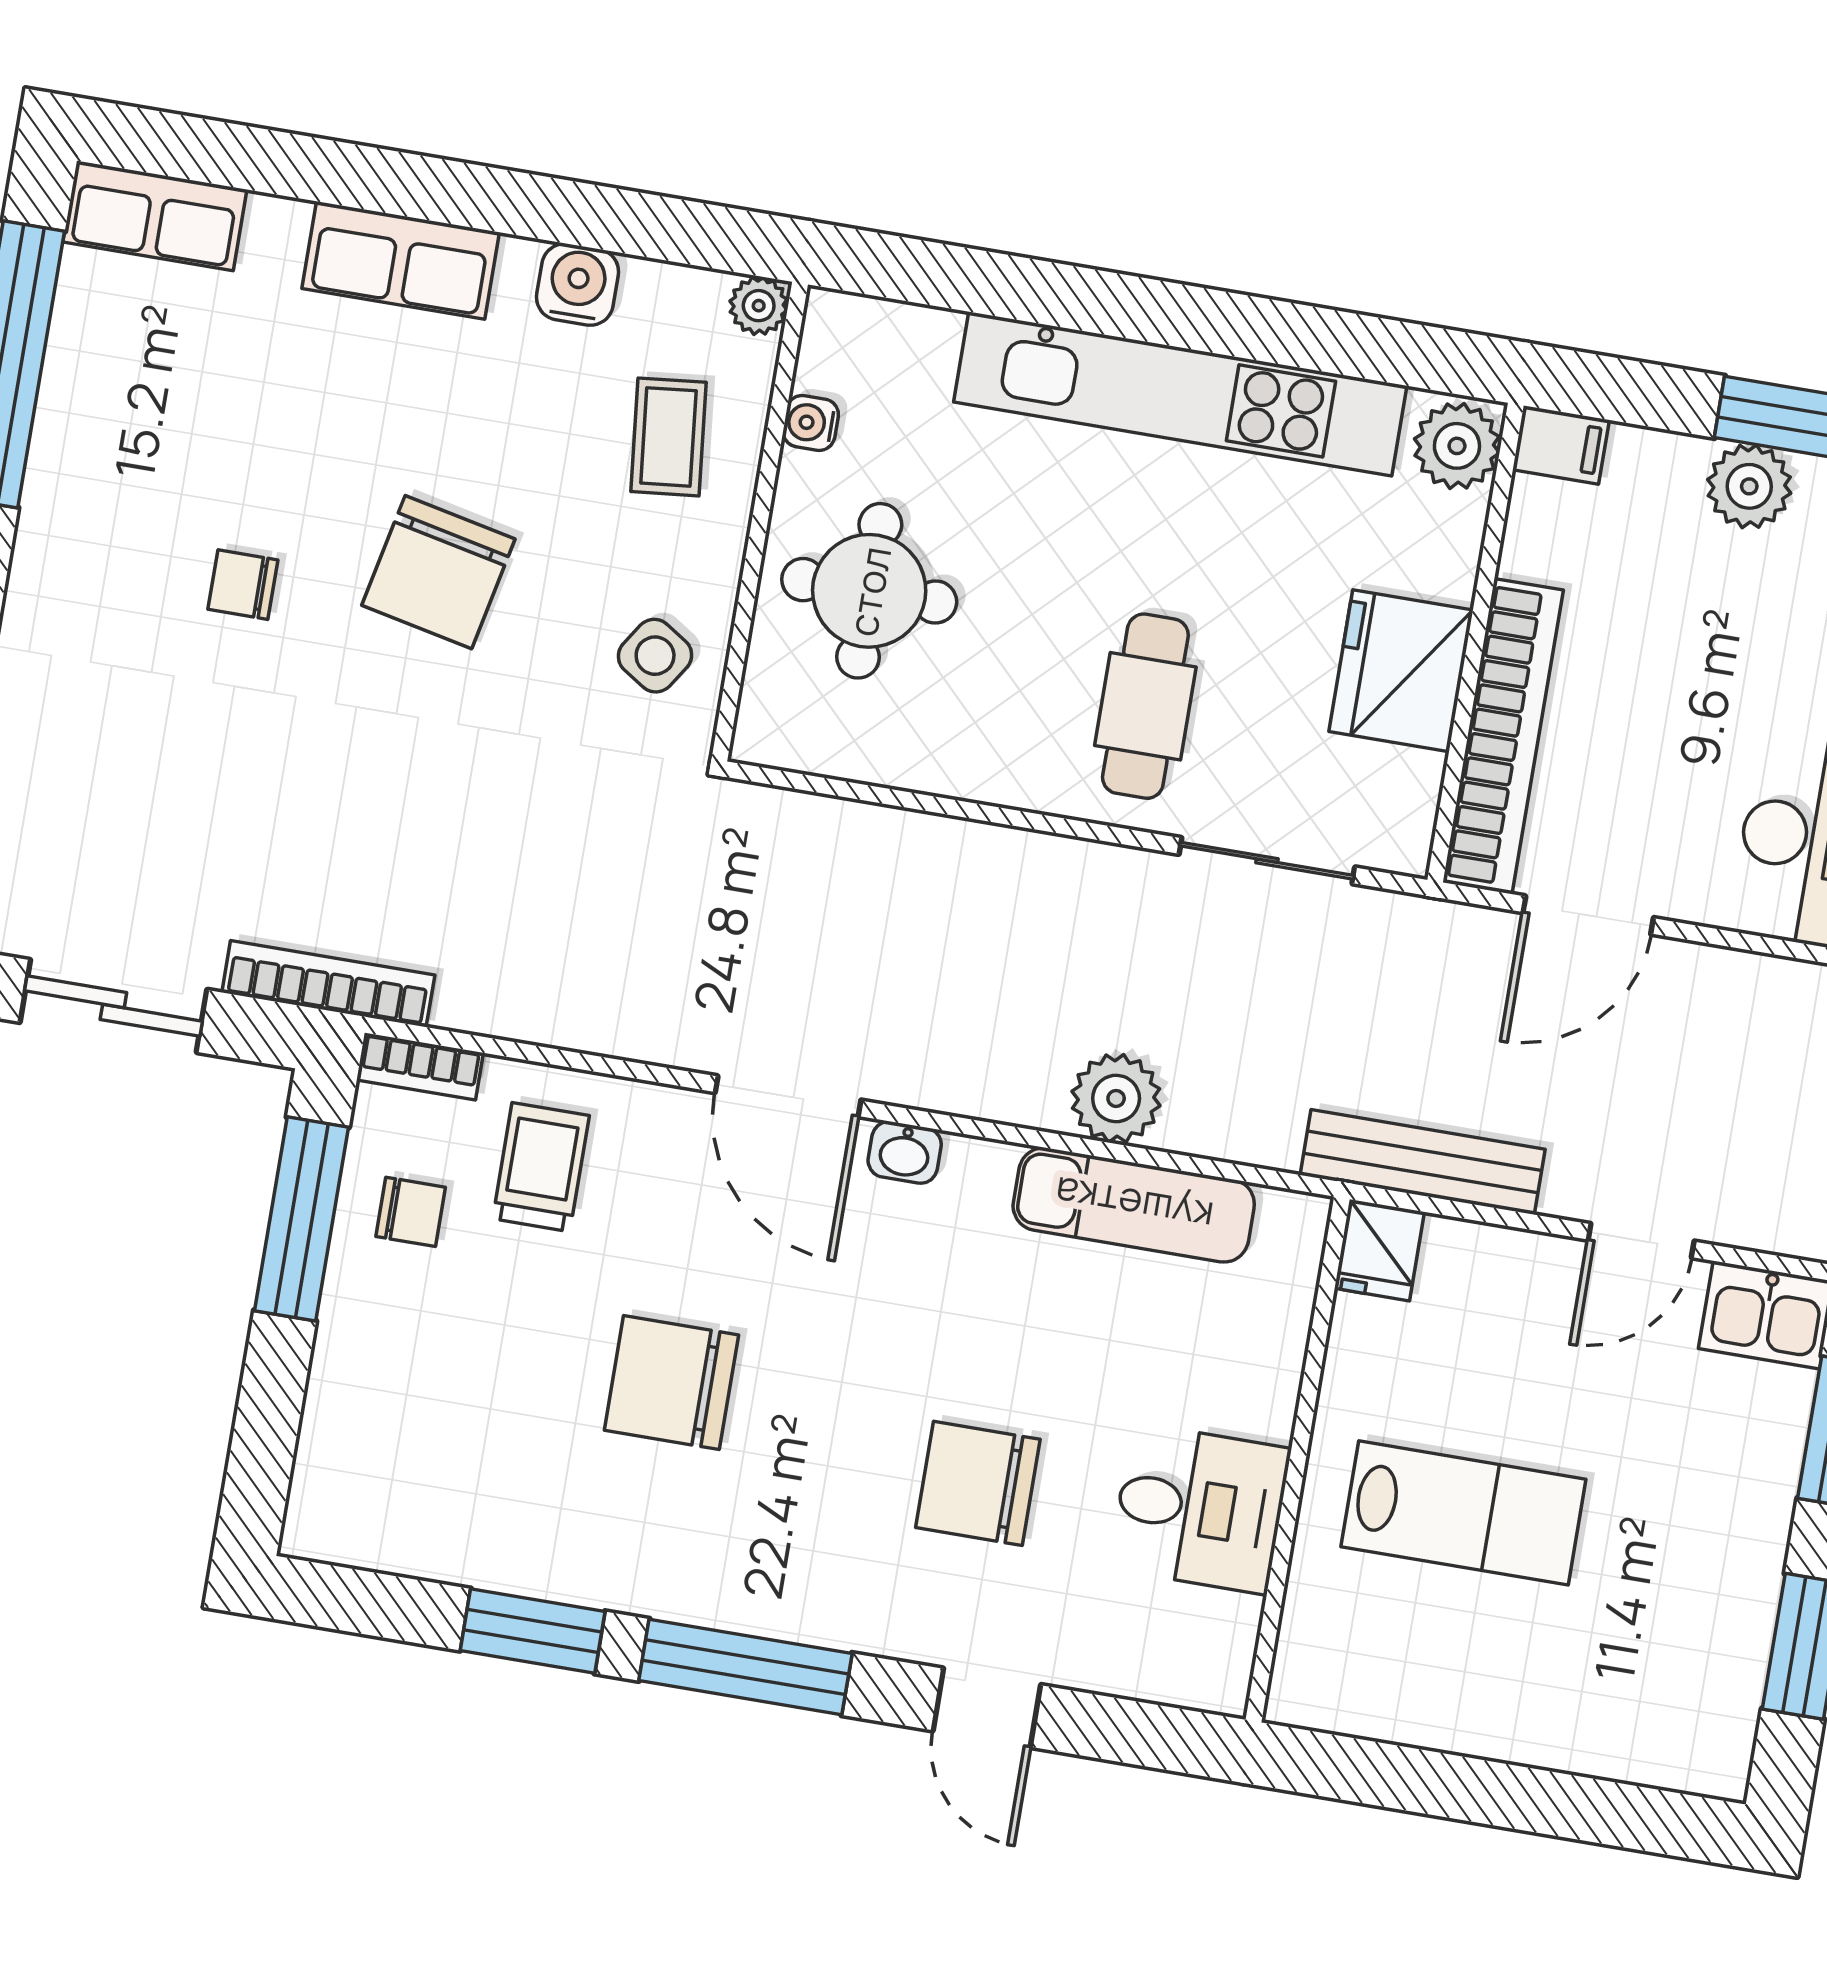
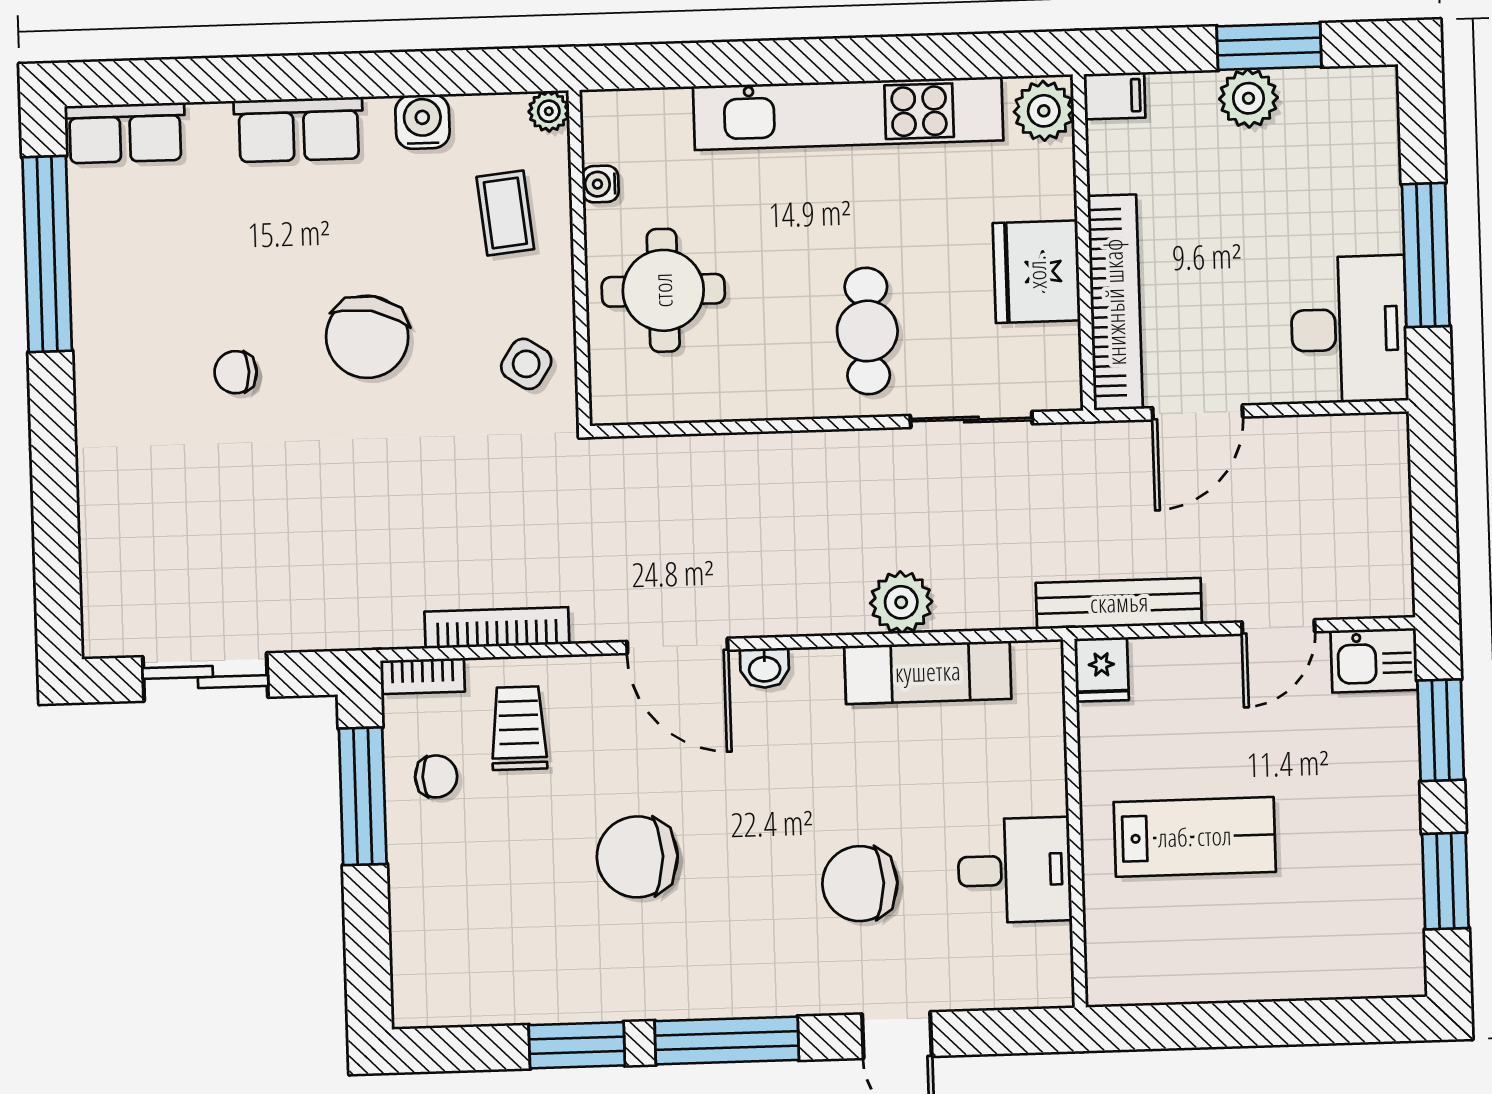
bookcase: (328, 984) -> (497, 628), moved

